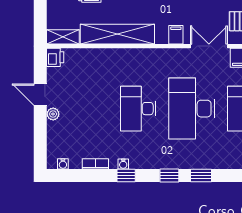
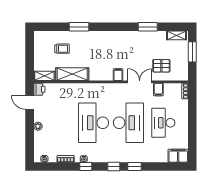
shelving: (117, 34) -> (72, 74), width x0.68
door: (40, 95) -> (30, 102), moved
desk: (138, 109) -> (94, 123), width x1.36, depth x1.30
desk: (192, 109) -> (128, 123), turned 180

